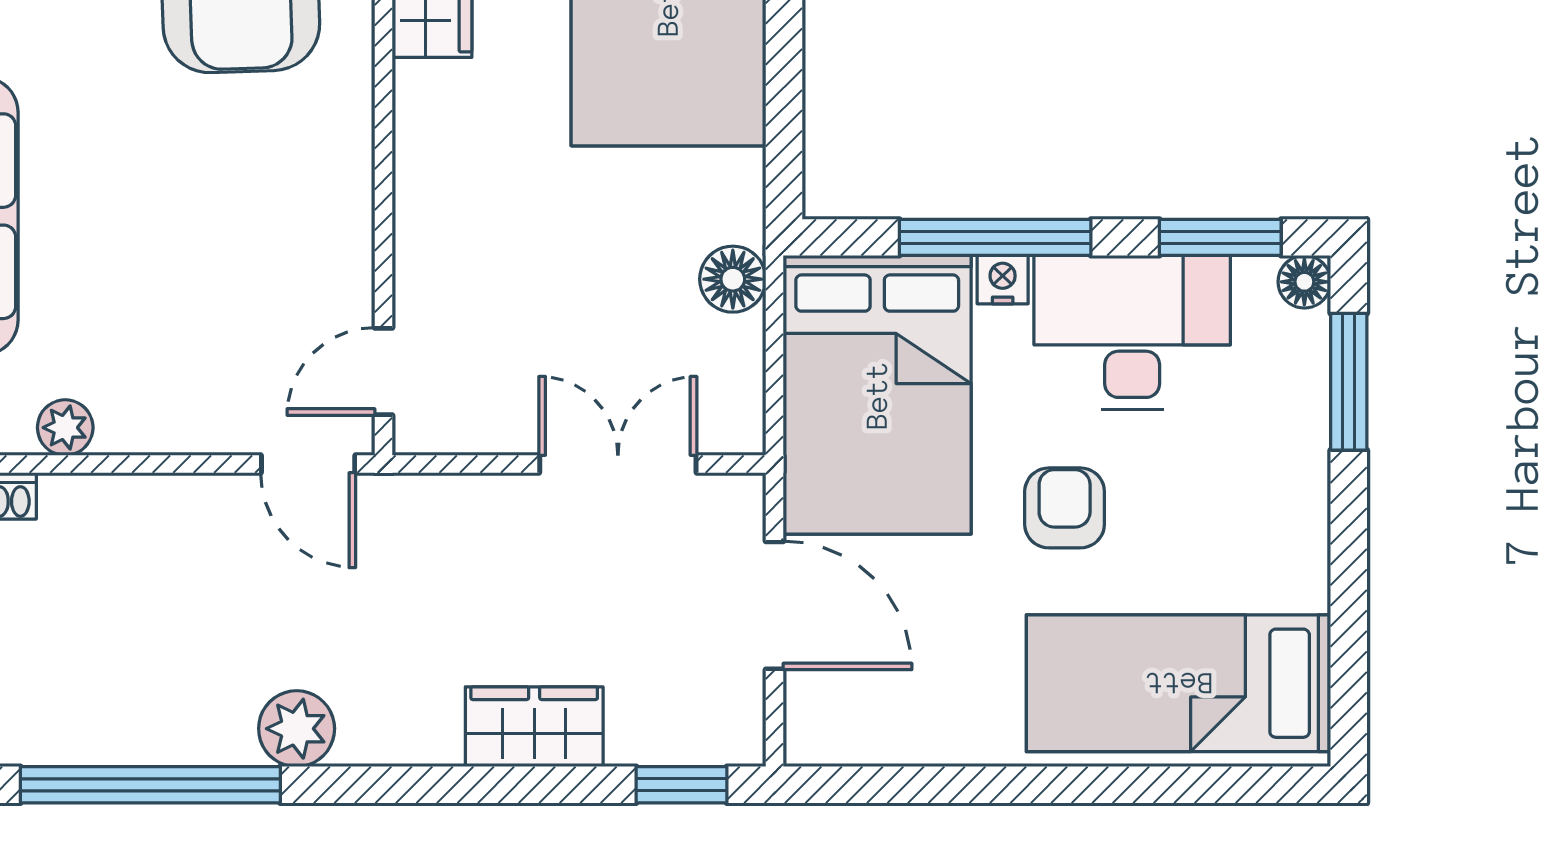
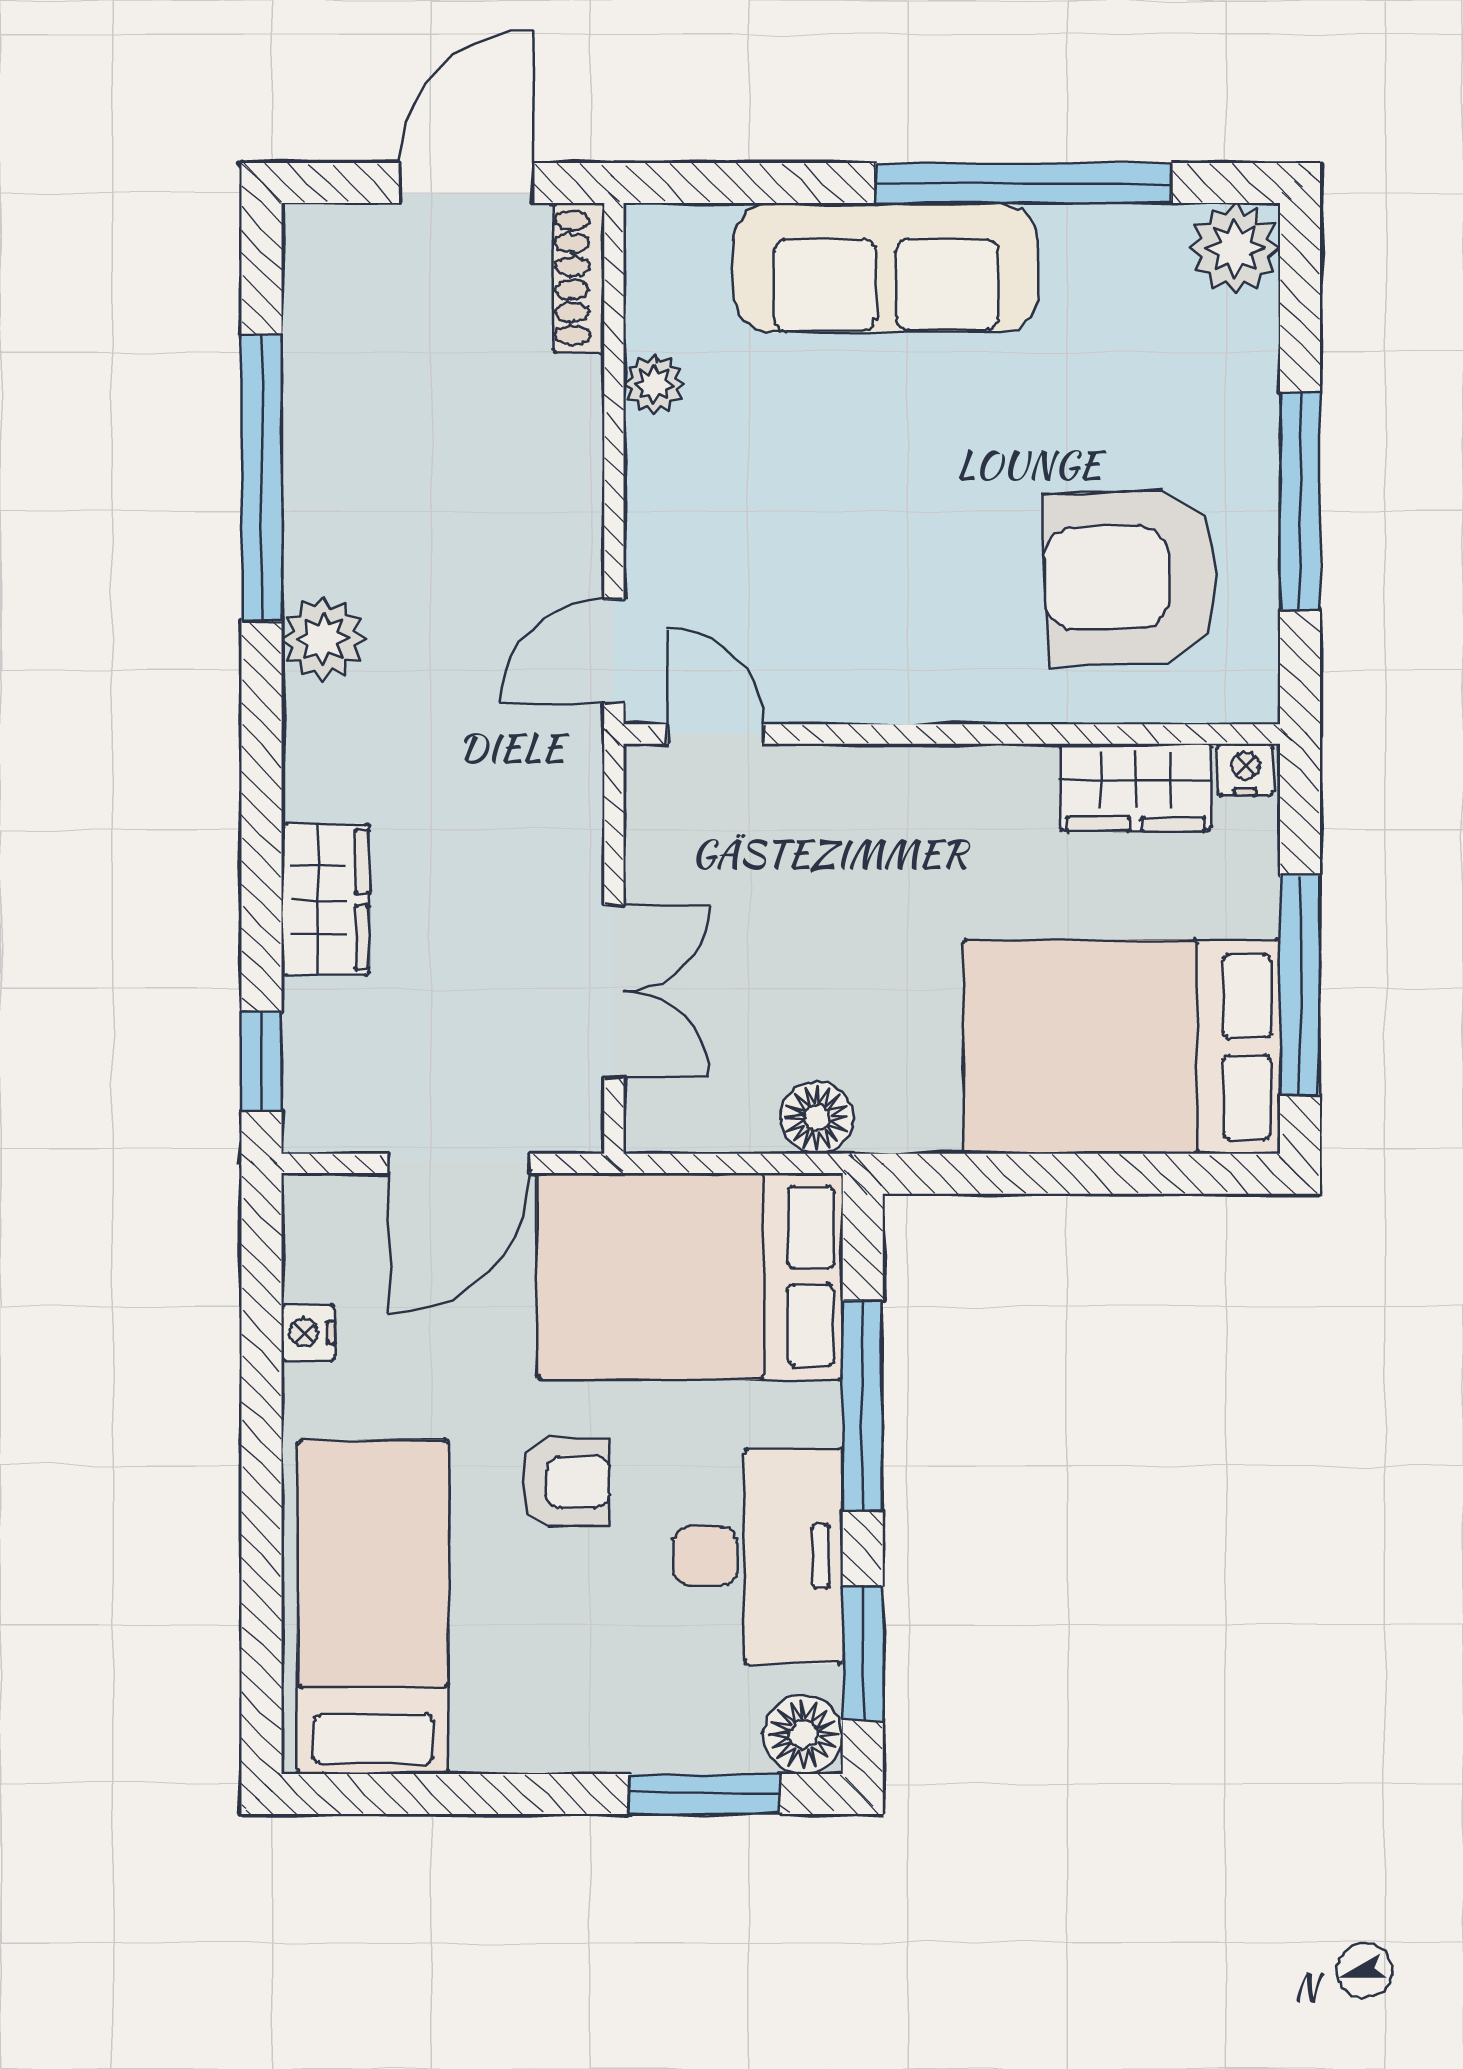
nightstand: (1003, 280) -> (308, 1332), moved, turned 180
floor lamp: (1304, 282) -> (803, 1735), width x1.37, depth x1.37

